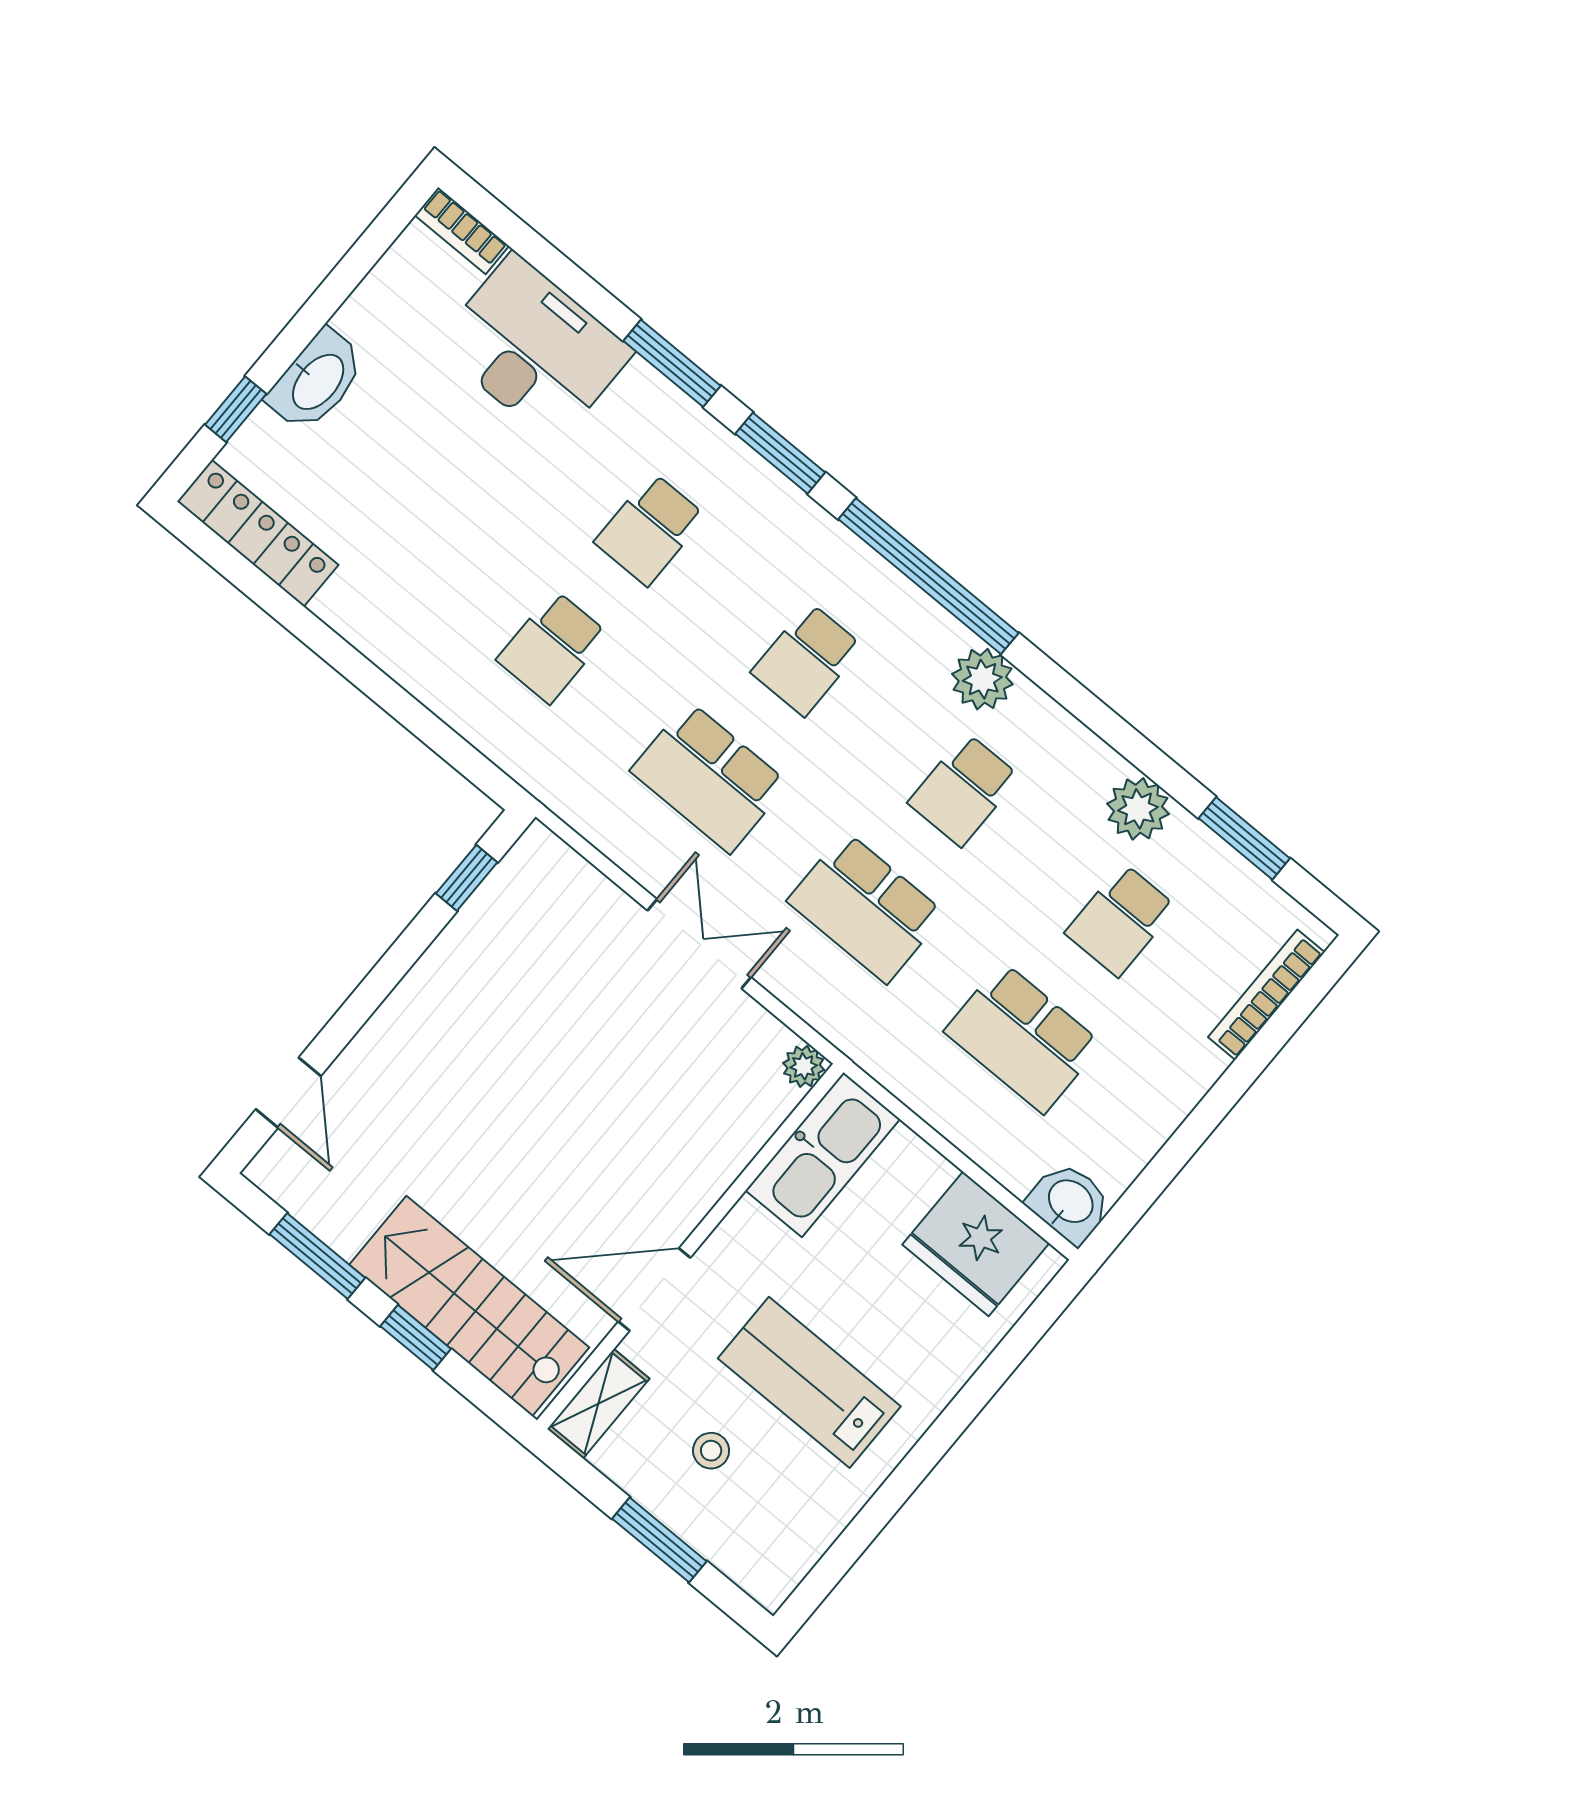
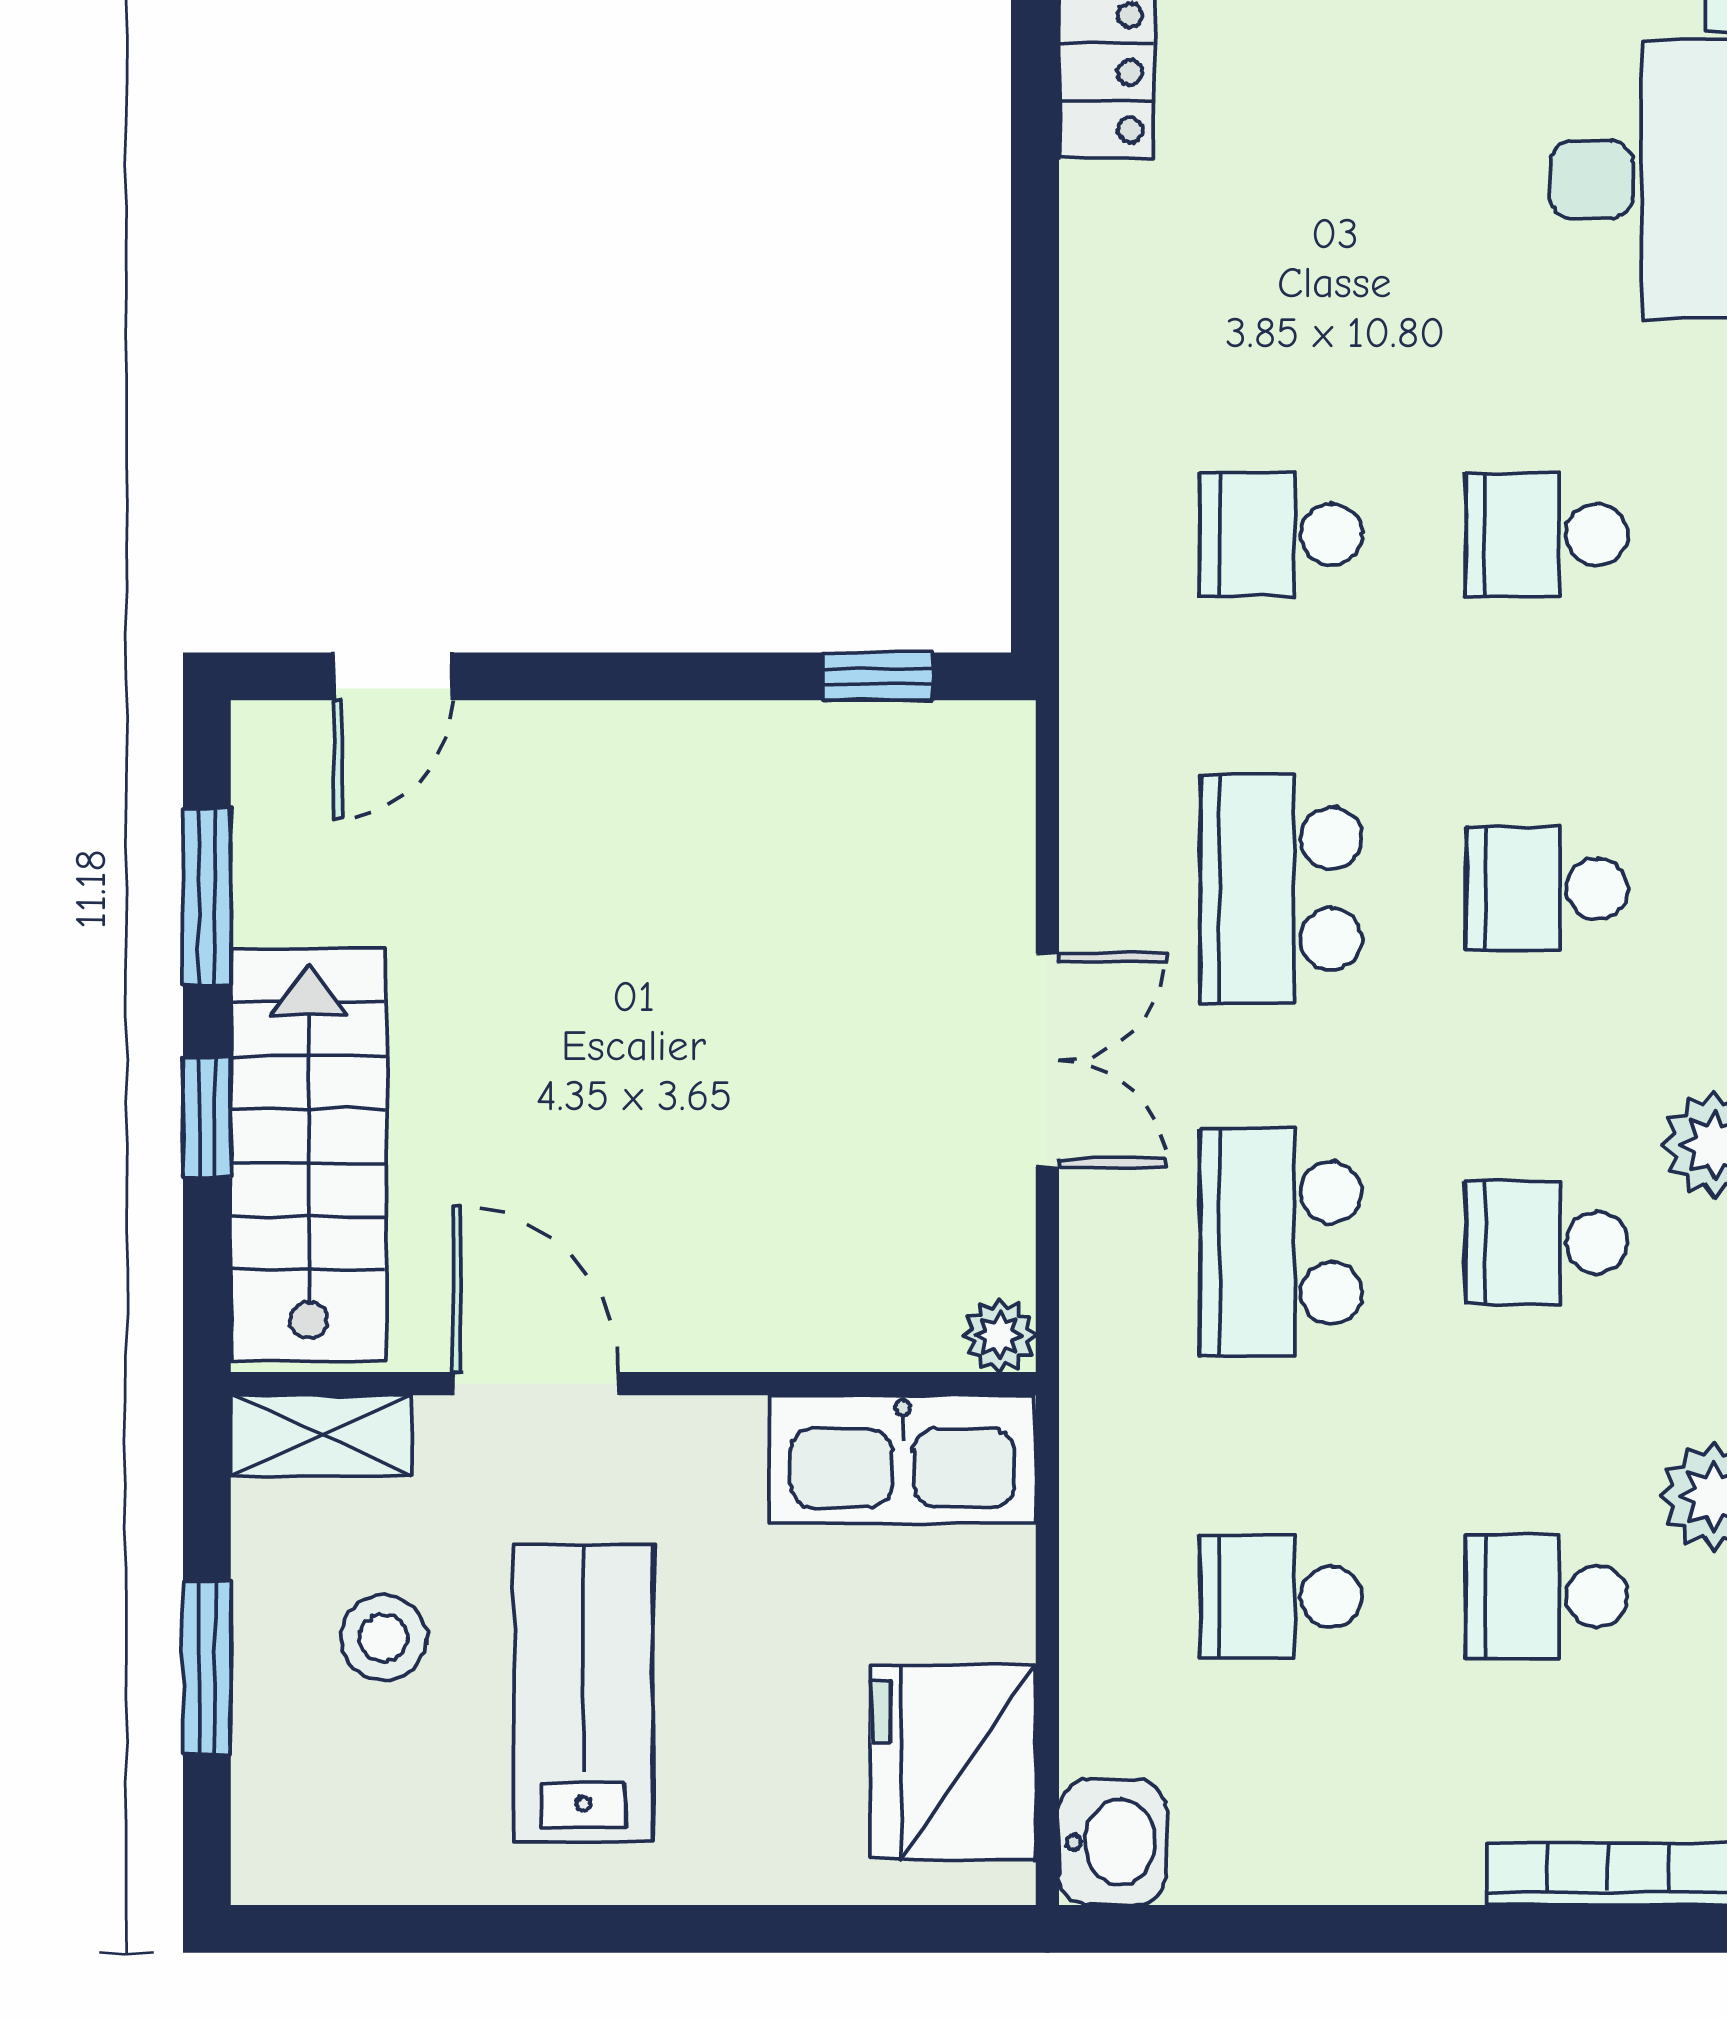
school desk: (1023, 1038) -> (1281, 1597), width x0.54
stool: (711, 1451) -> (383, 1638), width x1.37, depth x1.37

